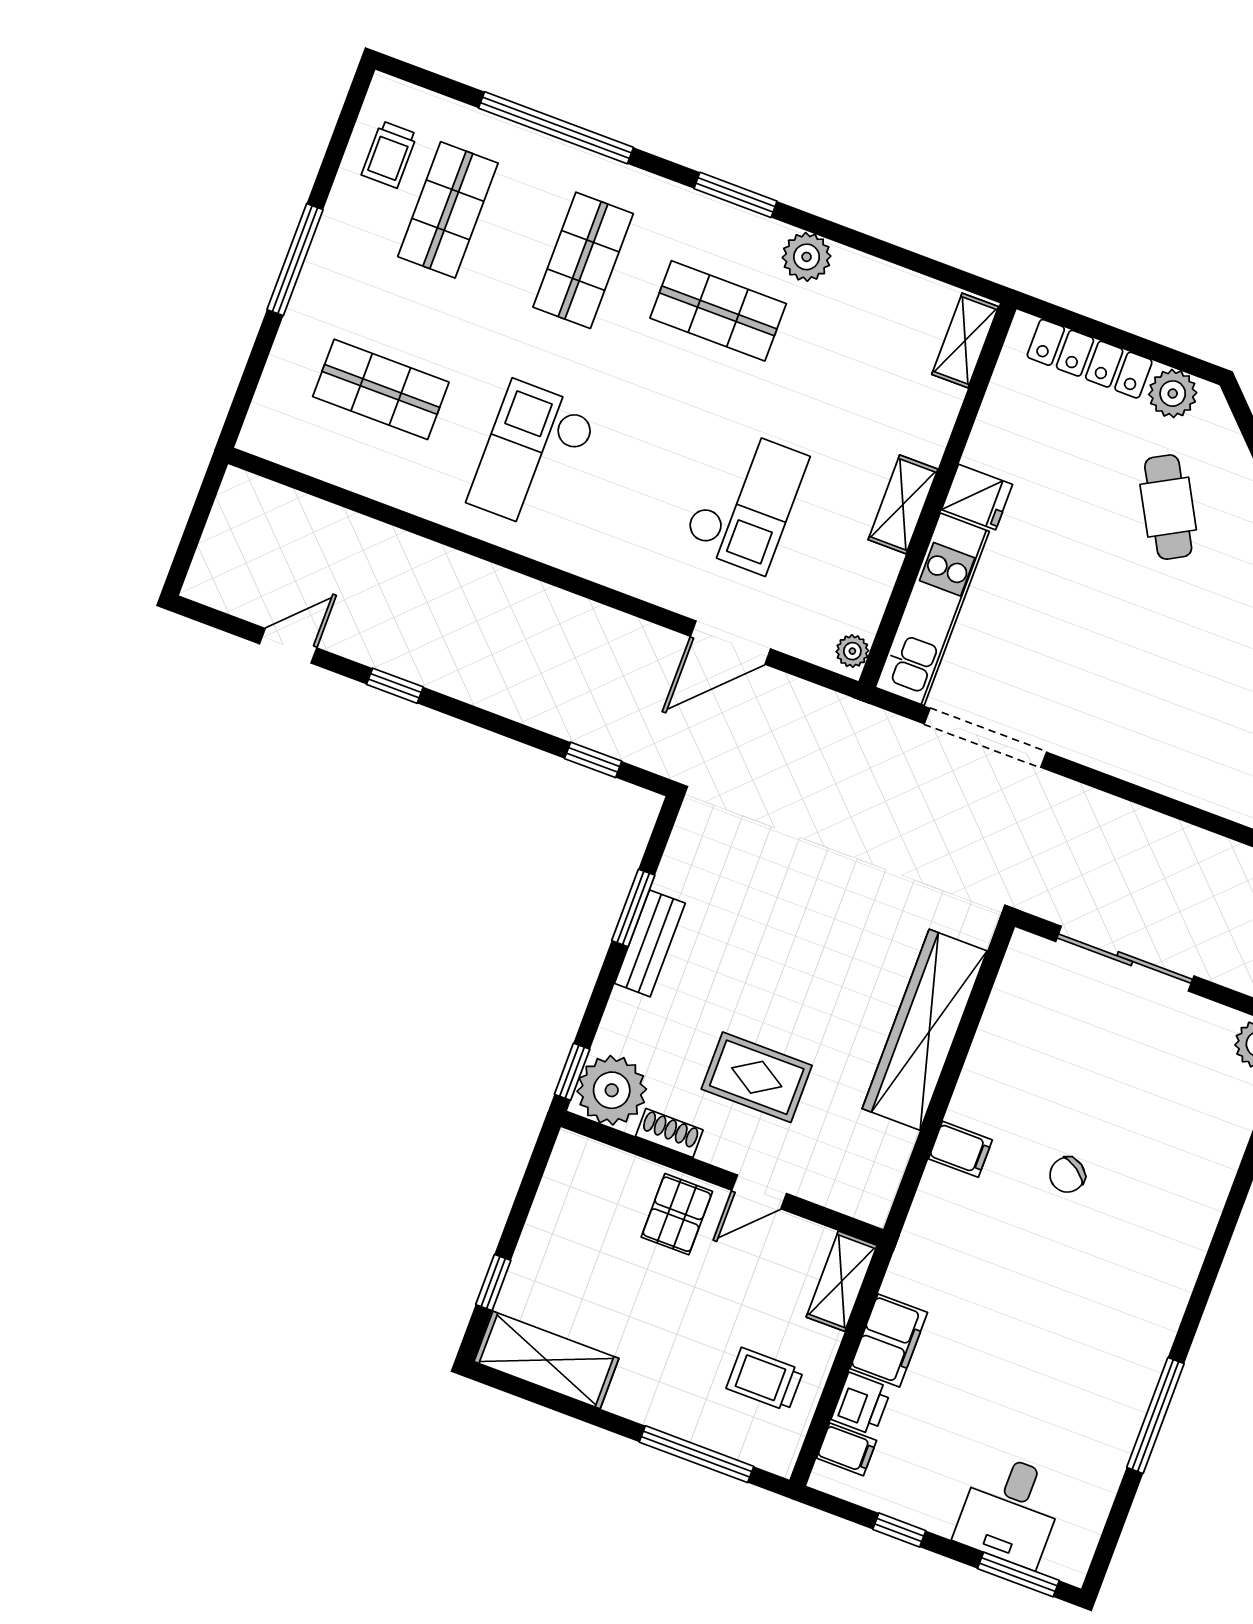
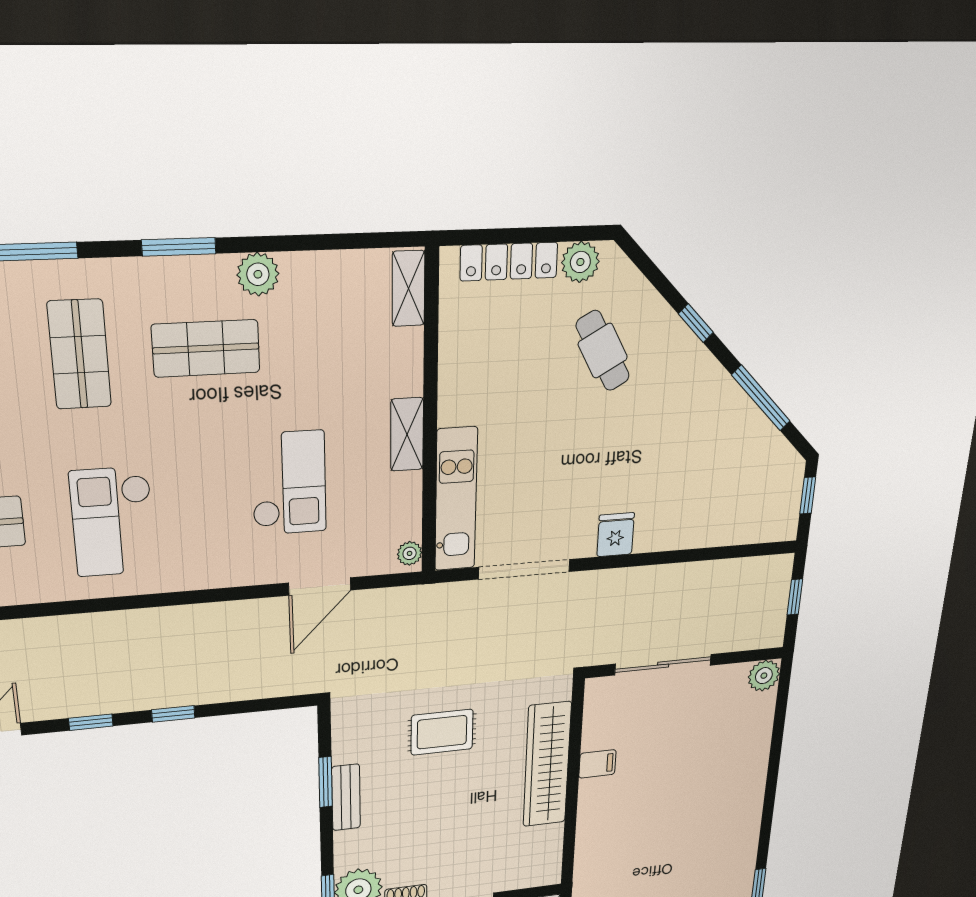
fridge: (977, 497) -> (616, 535), moved, turned -90
window: (593, 760) -> (173, 714), moved
rug: (757, 1077) -> (442, 732), moved
filing cabinet: (960, 1149) -> (597, 764), moved
chair: (1067, 1175) -> (665, 803), removed

